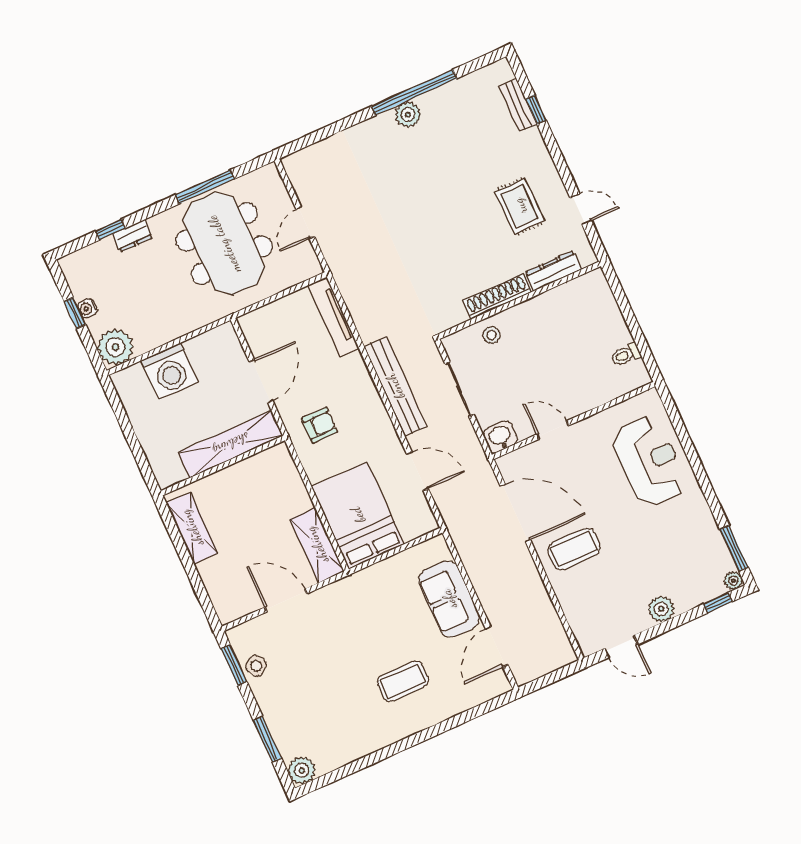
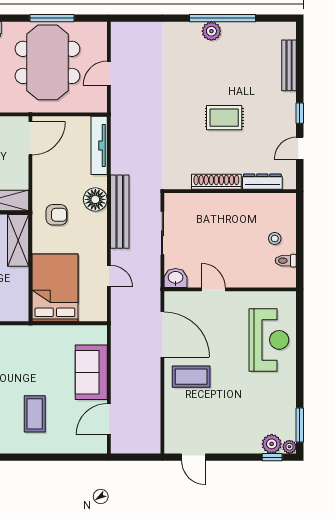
bench: (518, 105) -> (289, 65), width x1.36
window: (536, 109) -> (300, 113), moved
rug: (520, 206) -> (224, 118), moved, turned 90
door: (581, 209) -> (300, 148), swing flipped
stool: (492, 335) -> (275, 239), moved
door: (261, 381) -> (30, 138), moved
floor lamp: (359, 385) -> (95, 199), added
door: (418, 471) -> (109, 276), width x0.73
shelving: (317, 545) -> (18, 240), moved
plant: (661, 609) -> (272, 444), moved
coffee table: (403, 681) -> (35, 414), turned 90

